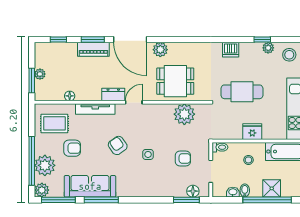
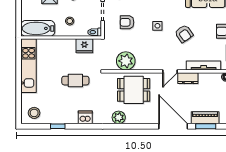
plant: (268, 48) -> (52, 119), removed
plant: (160, 50) -> (119, 117), moved
cafe table: (242, 92) -> (75, 81), width x0.73, depth x0.74
fridge: (252, 132) -> (84, 46), moved

